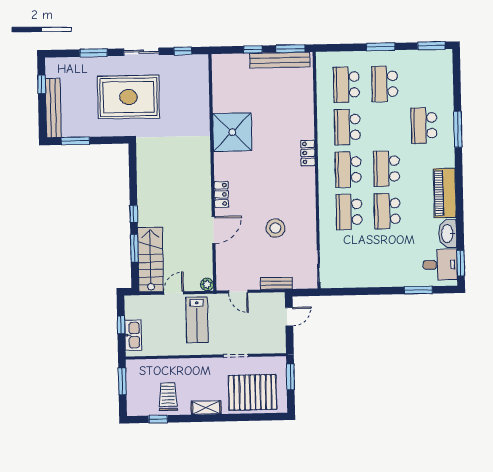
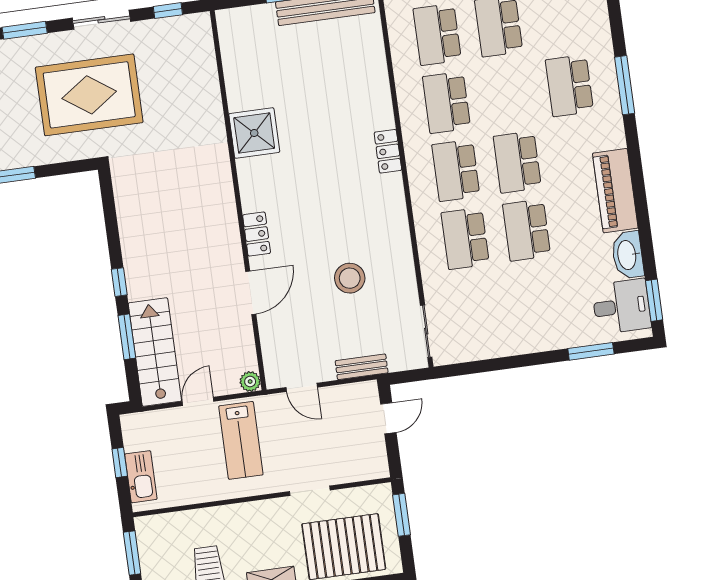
shower: (232, 132) -> (254, 133), width x0.73, depth x0.73

